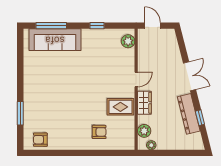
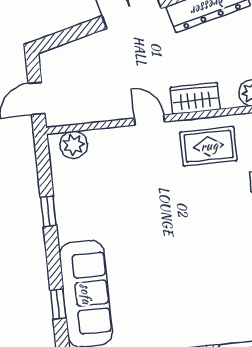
window: (51, 26) -> (58, 304), width x0.46
rug: (120, 107) -> (209, 146), turned 90

